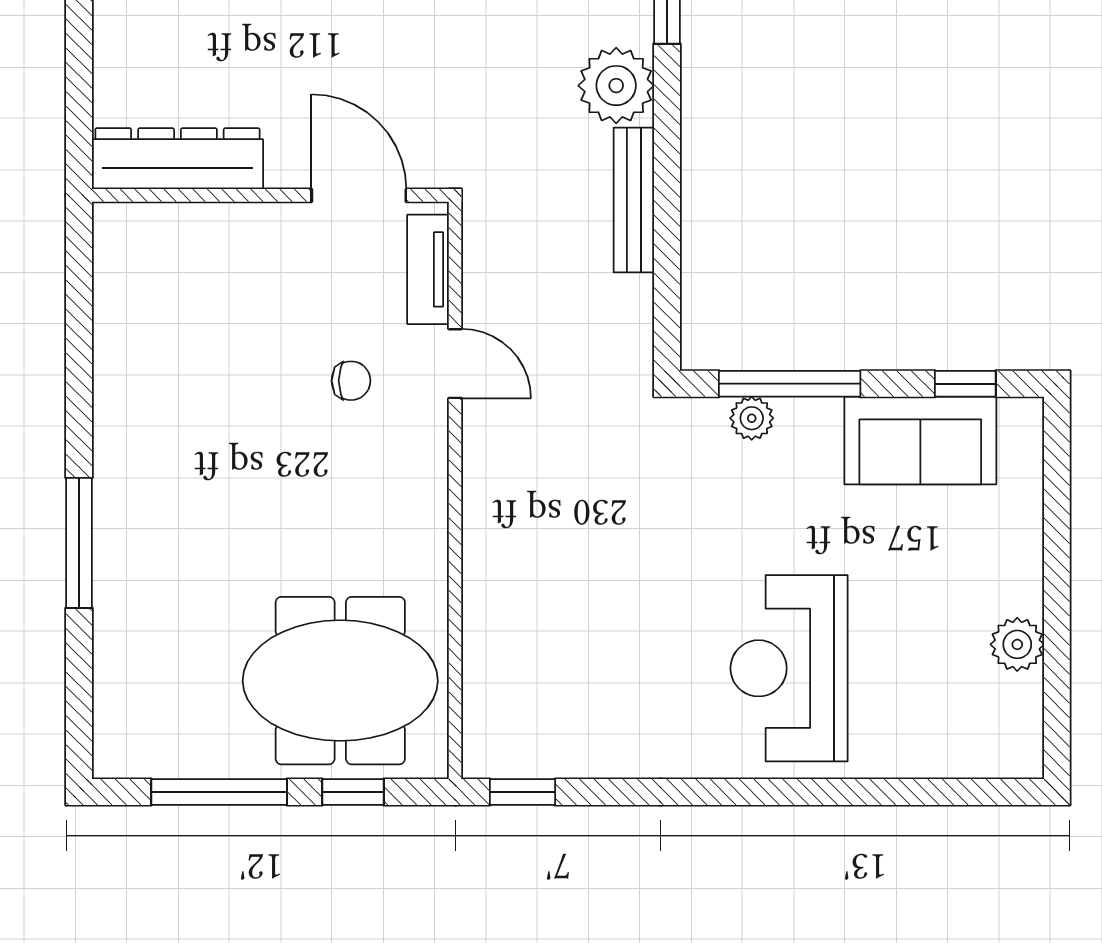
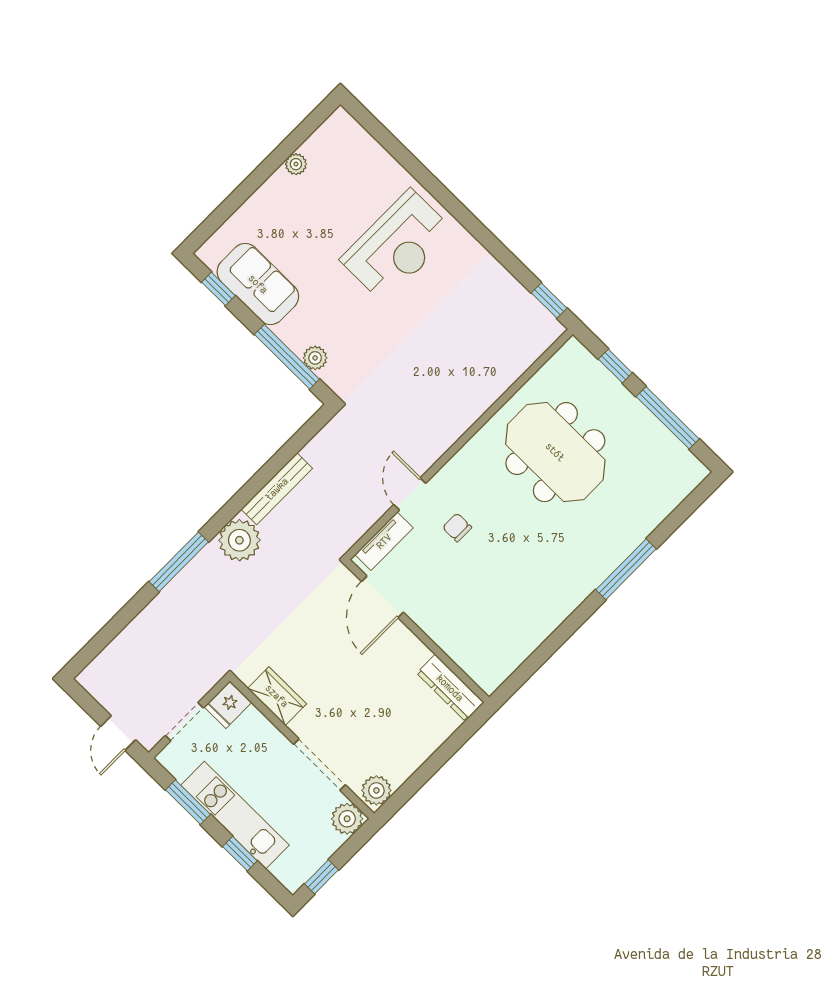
dresser: (177, 159) -> (450, 688), width x0.73, depth x0.80
plant: (1017, 644) -> (296, 164), width x0.73, depth x0.73
meeting table: (340, 681) -> (555, 452), moved

